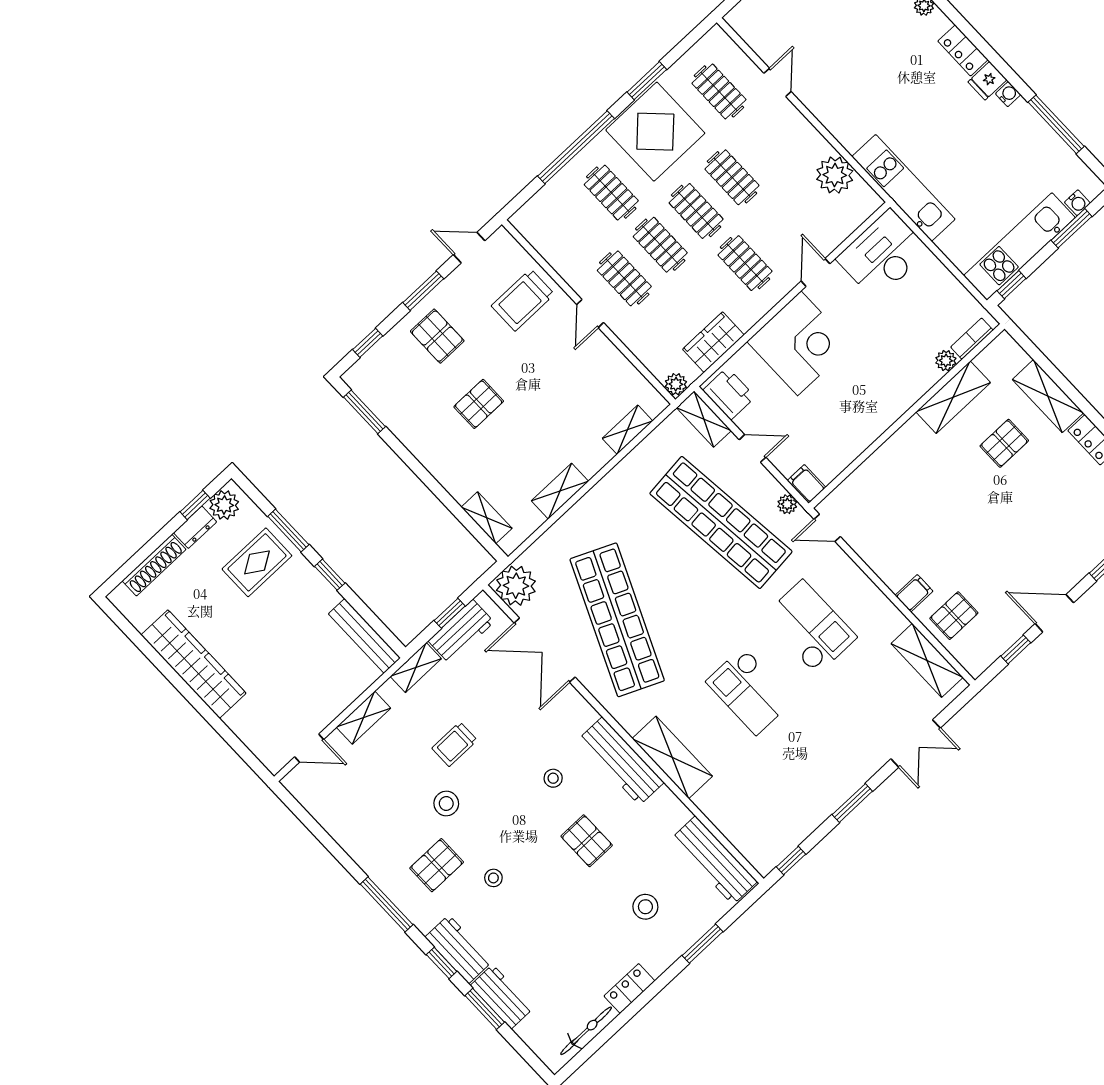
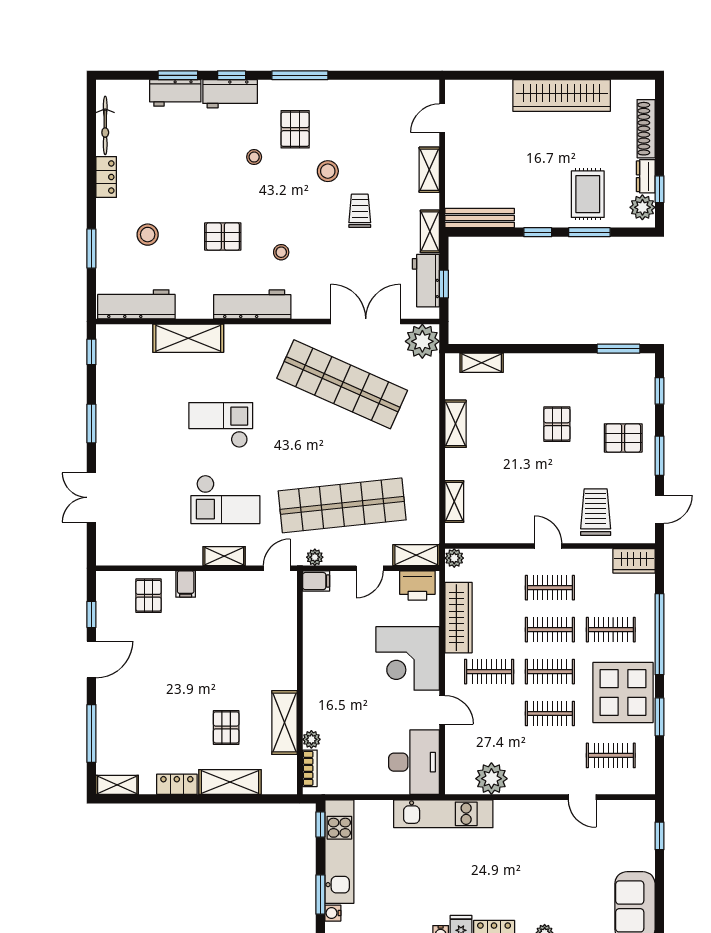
wardrobe: (534, 228) -> (634, 561), added
wardrobe: (713, 342) -> (458, 618), width x1.50
shelving: (927, 660) -> (224, 556), moved, width x0.67, depth x0.75
shelving: (672, 757) -> (188, 338), moved

